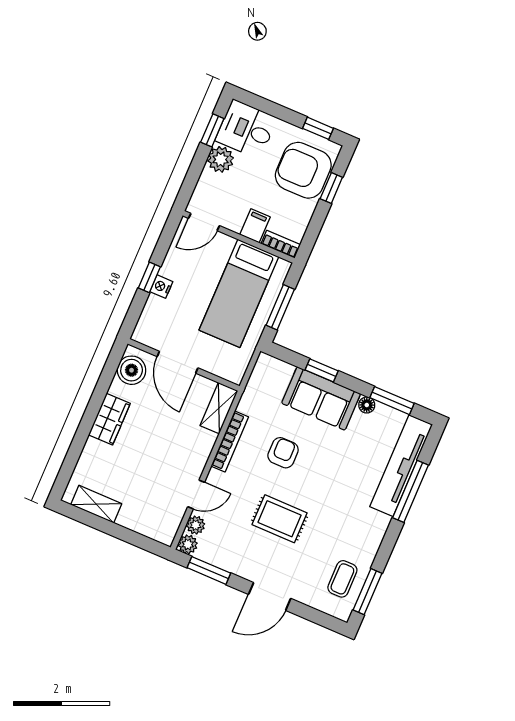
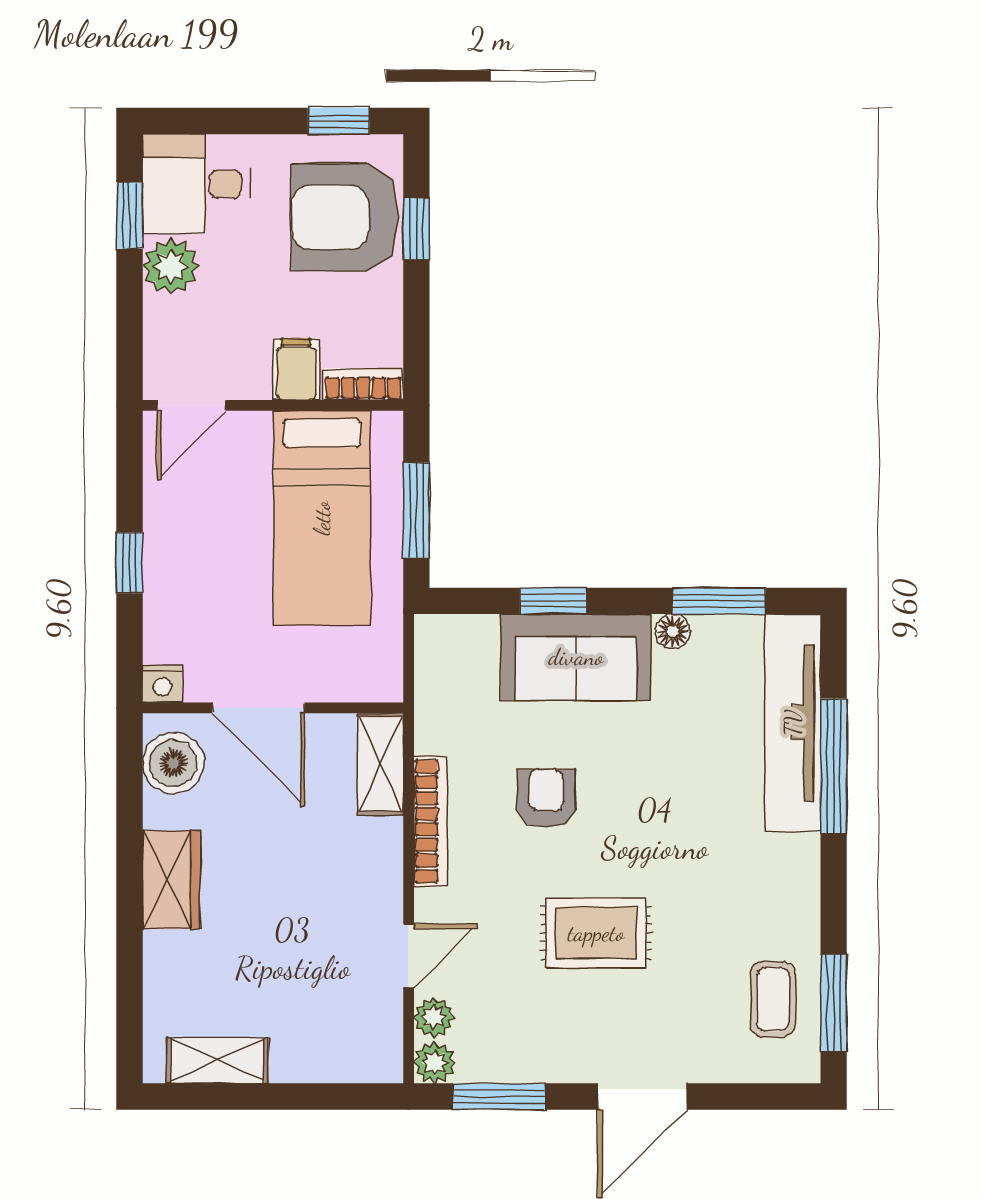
nightstand: (161, 287) -> (162, 684), moved, turned -90

